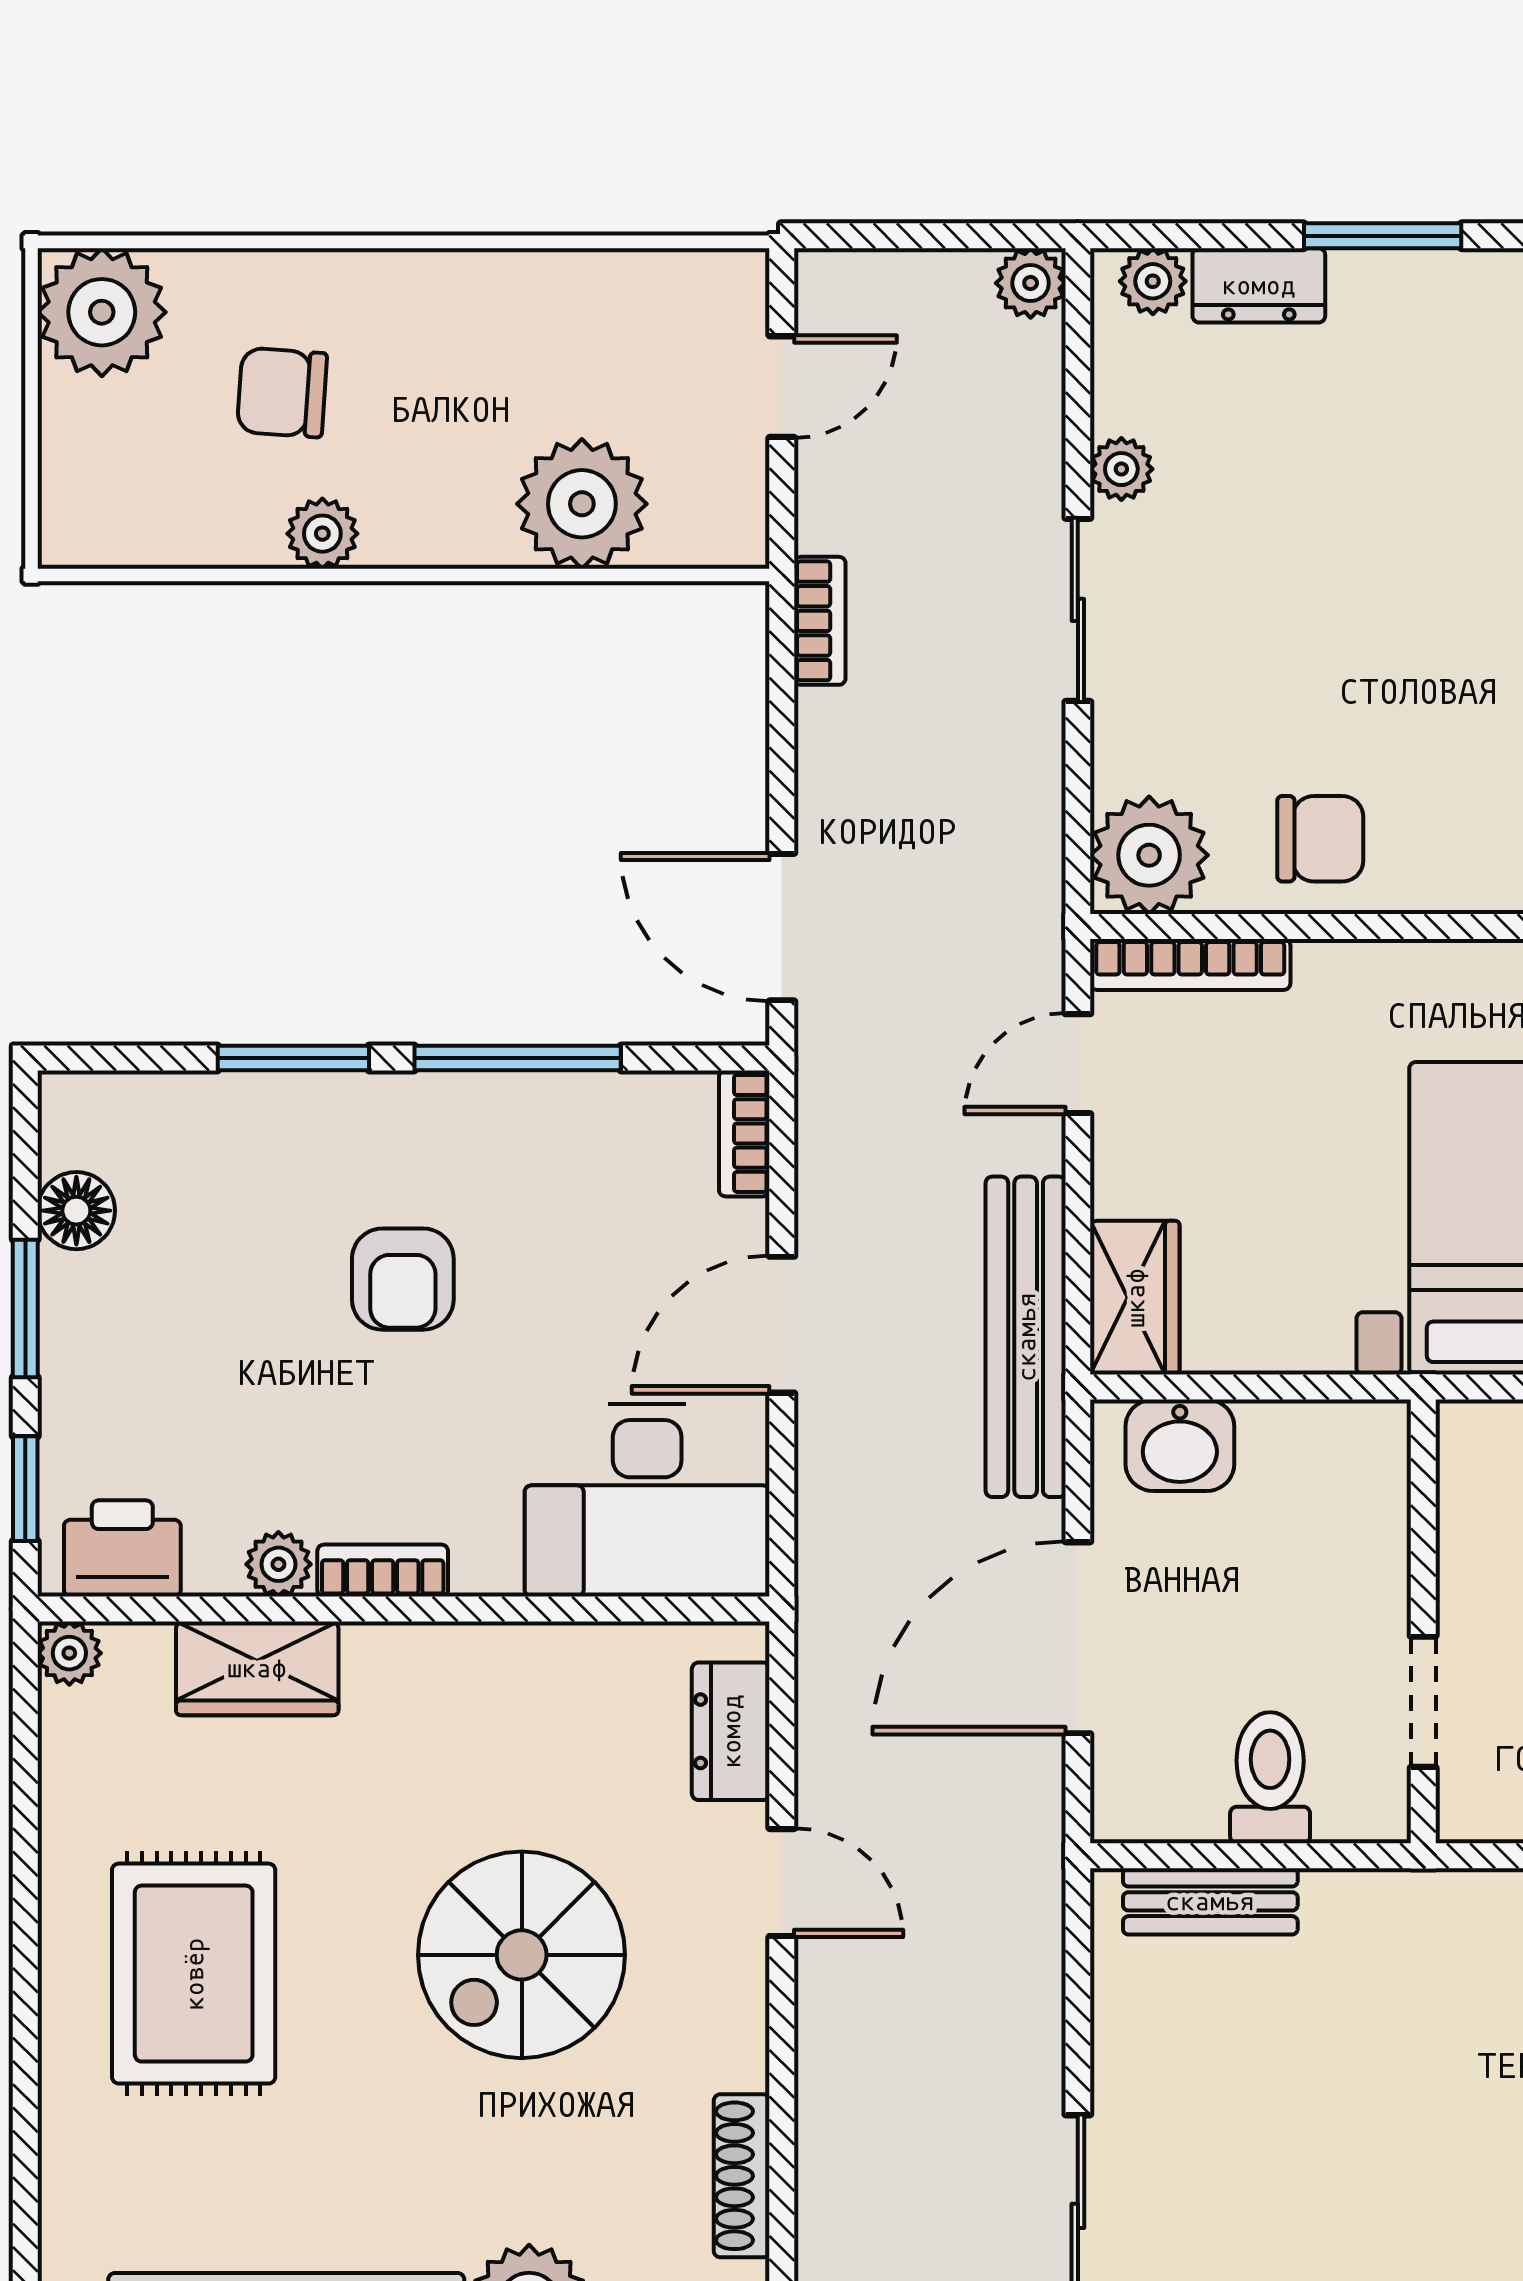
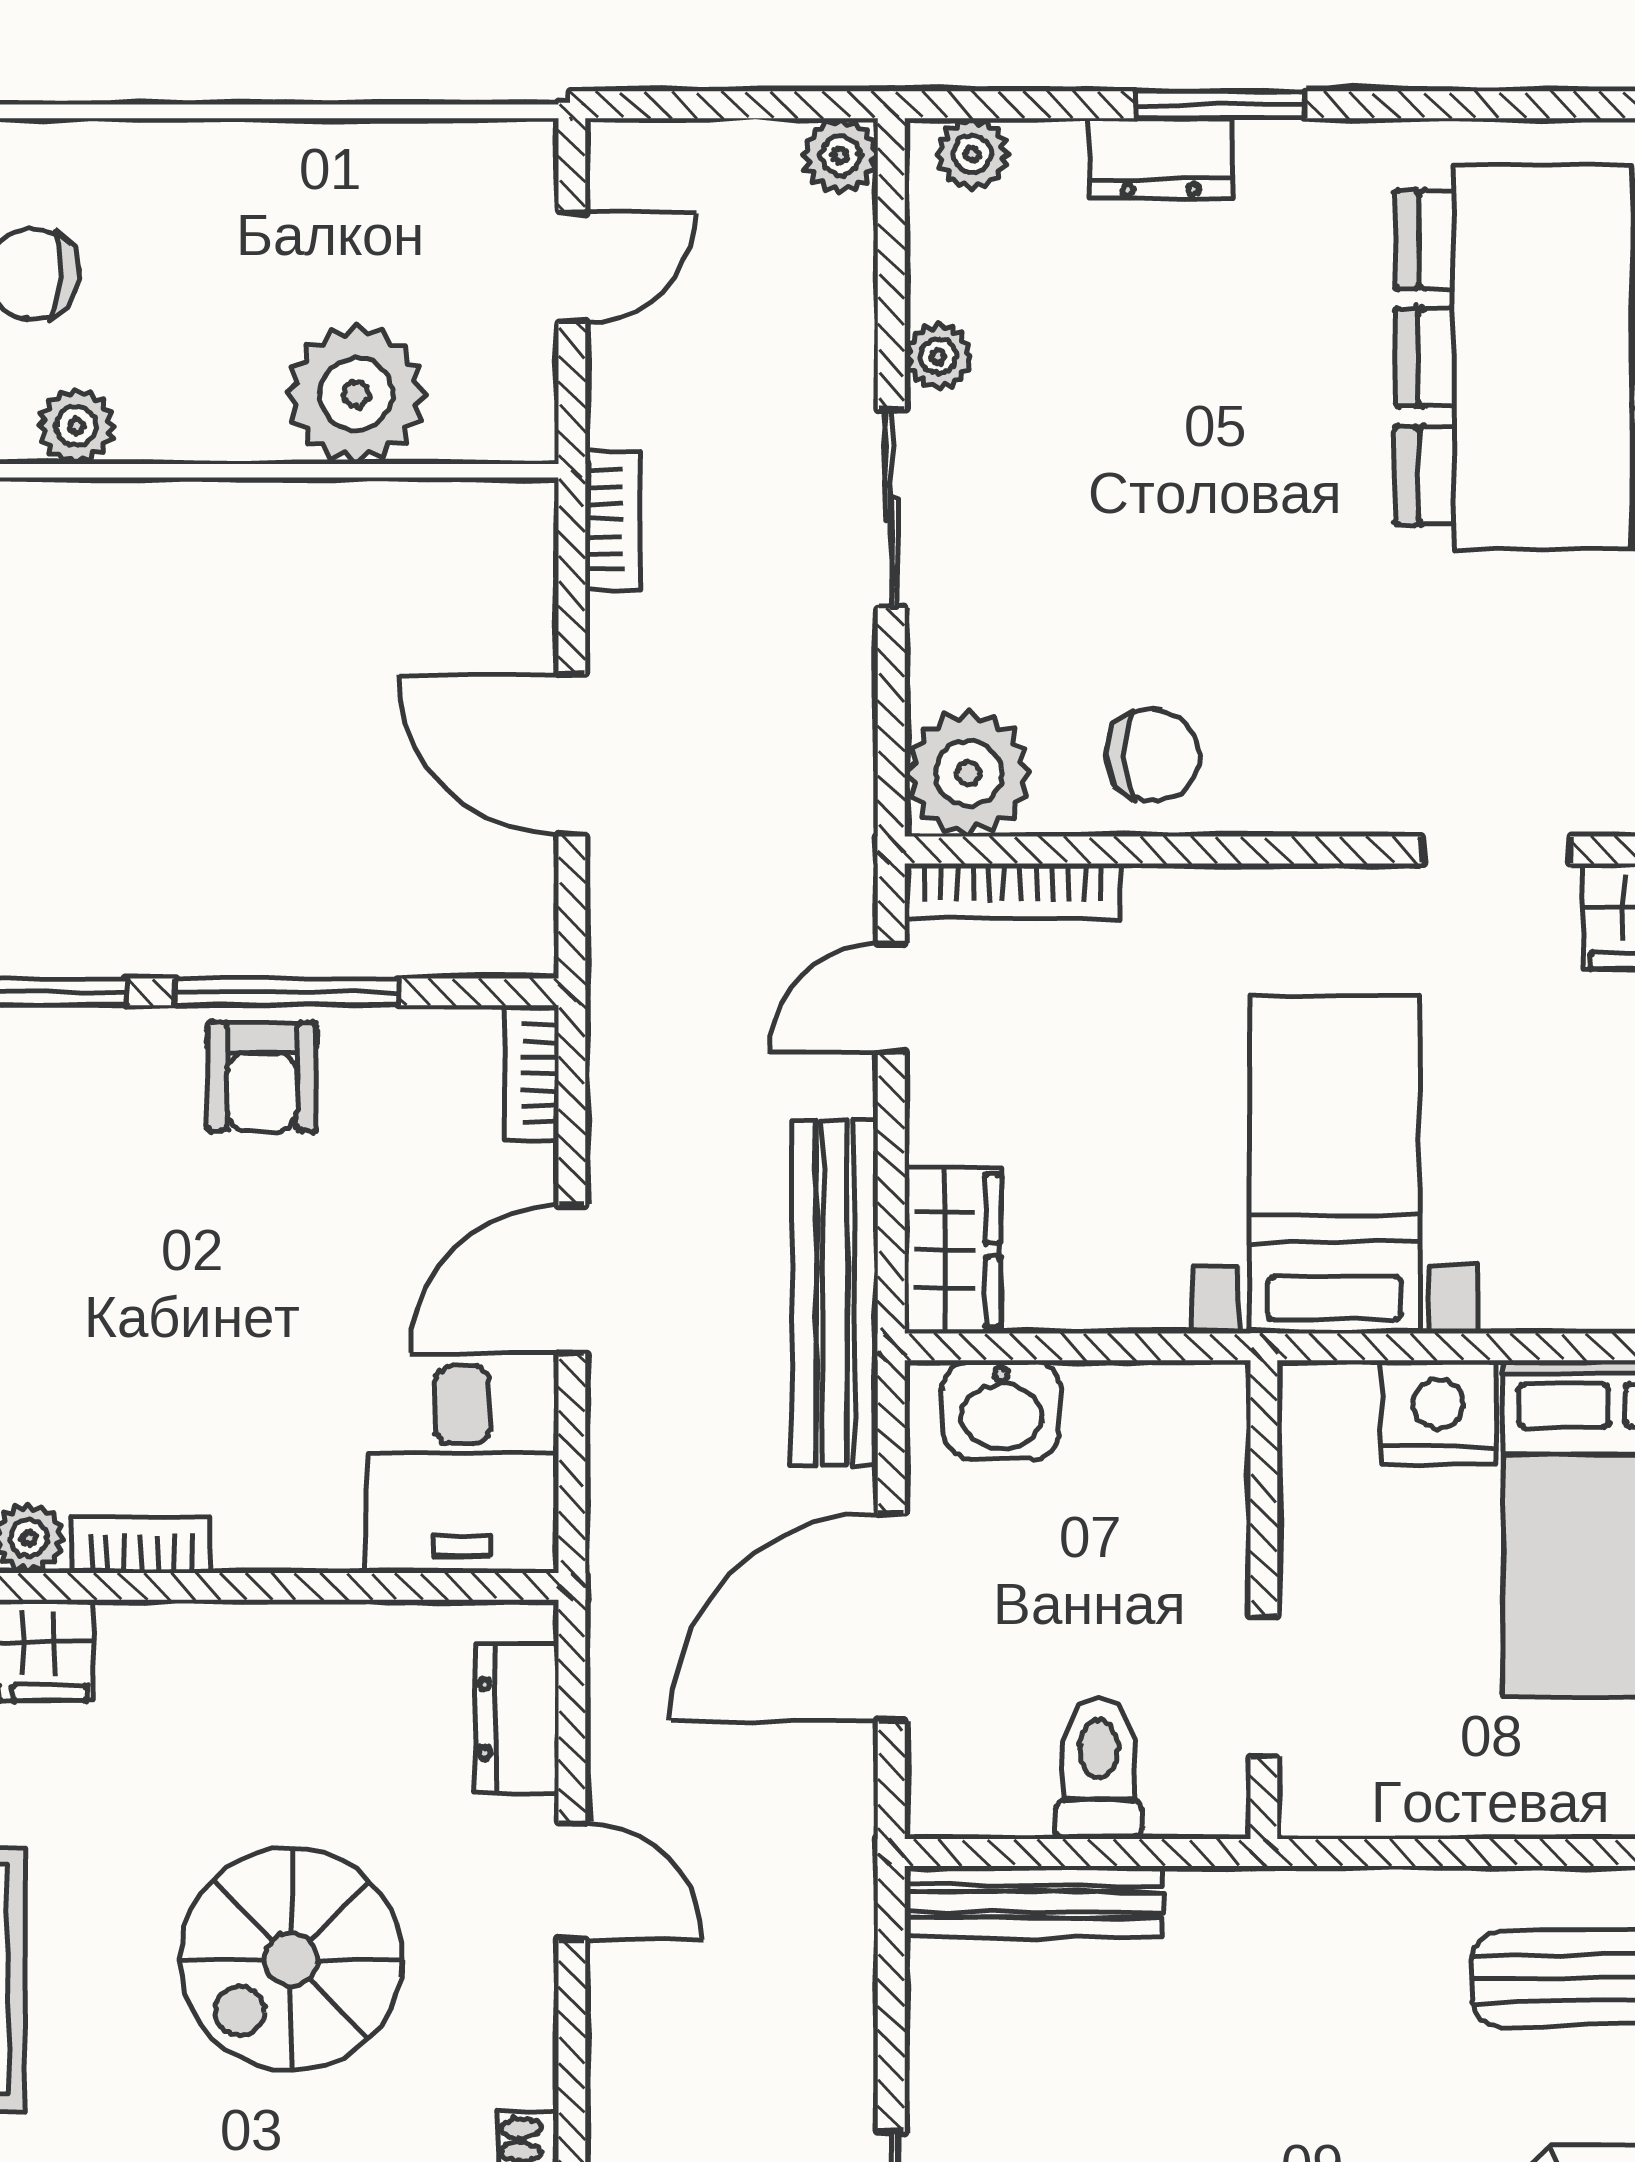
dresser: (1259, 285) -> (1161, 158), moved
door: (782, 927) -> (572, 754), moved
armchair: (403, 1279) -> (262, 1077), moved
desk: (647, 1501) -> (462, 1469), width x0.73
bench: (1210, 1901) -> (1034, 1902), width x1.36

